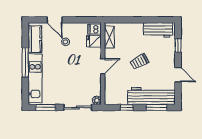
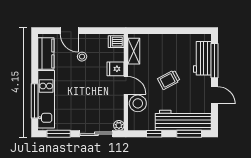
workbench: (158, 30) -> (202, 58), moved, turned 90
fridge: (94, 41) -> (115, 69), moved
window: (178, 45) -> (214, 61), width x2.17
window: (25, 62) -> (35, 101), moved
door: (103, 66) -> (126, 85), hinge flipped
stool: (113, 82) -> (138, 103), added

